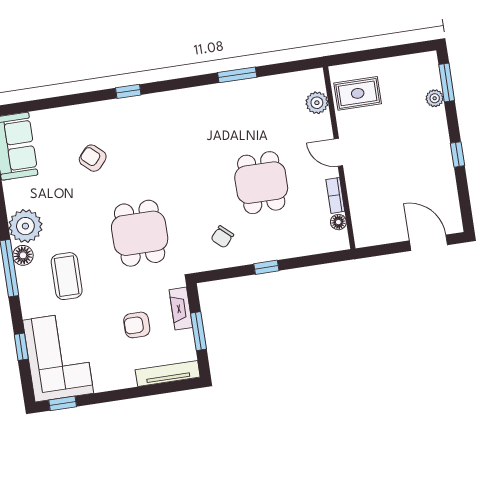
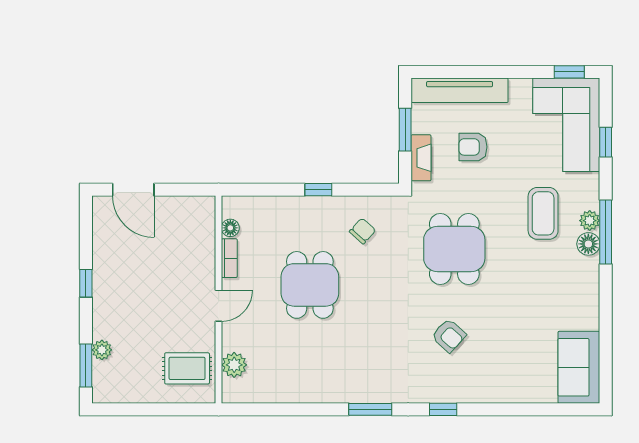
window: (237, 75) -> (370, 409), moved
door: (338, 152) -> (219, 306), hinge flipped
armchair: (93, 158) -> (449, 336), moved
plant: (25, 226) -> (590, 221), moved, width x0.53, depth x0.53
armchair: (137, 325) -> (473, 147), turned 180
tv unit: (168, 373) -> (460, 90), width x1.36, depth x1.29

